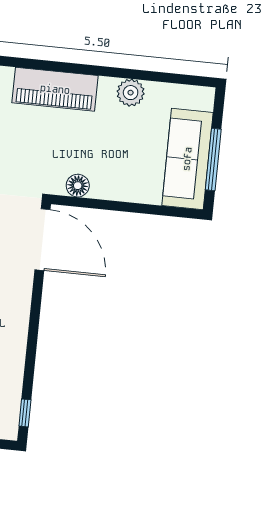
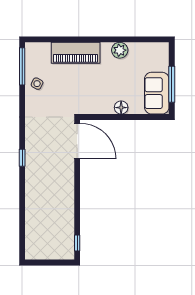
sofa: (187, 159) -> (157, 93), width x0.73
floor lamp: (78, 186) -> (121, 108), moved

